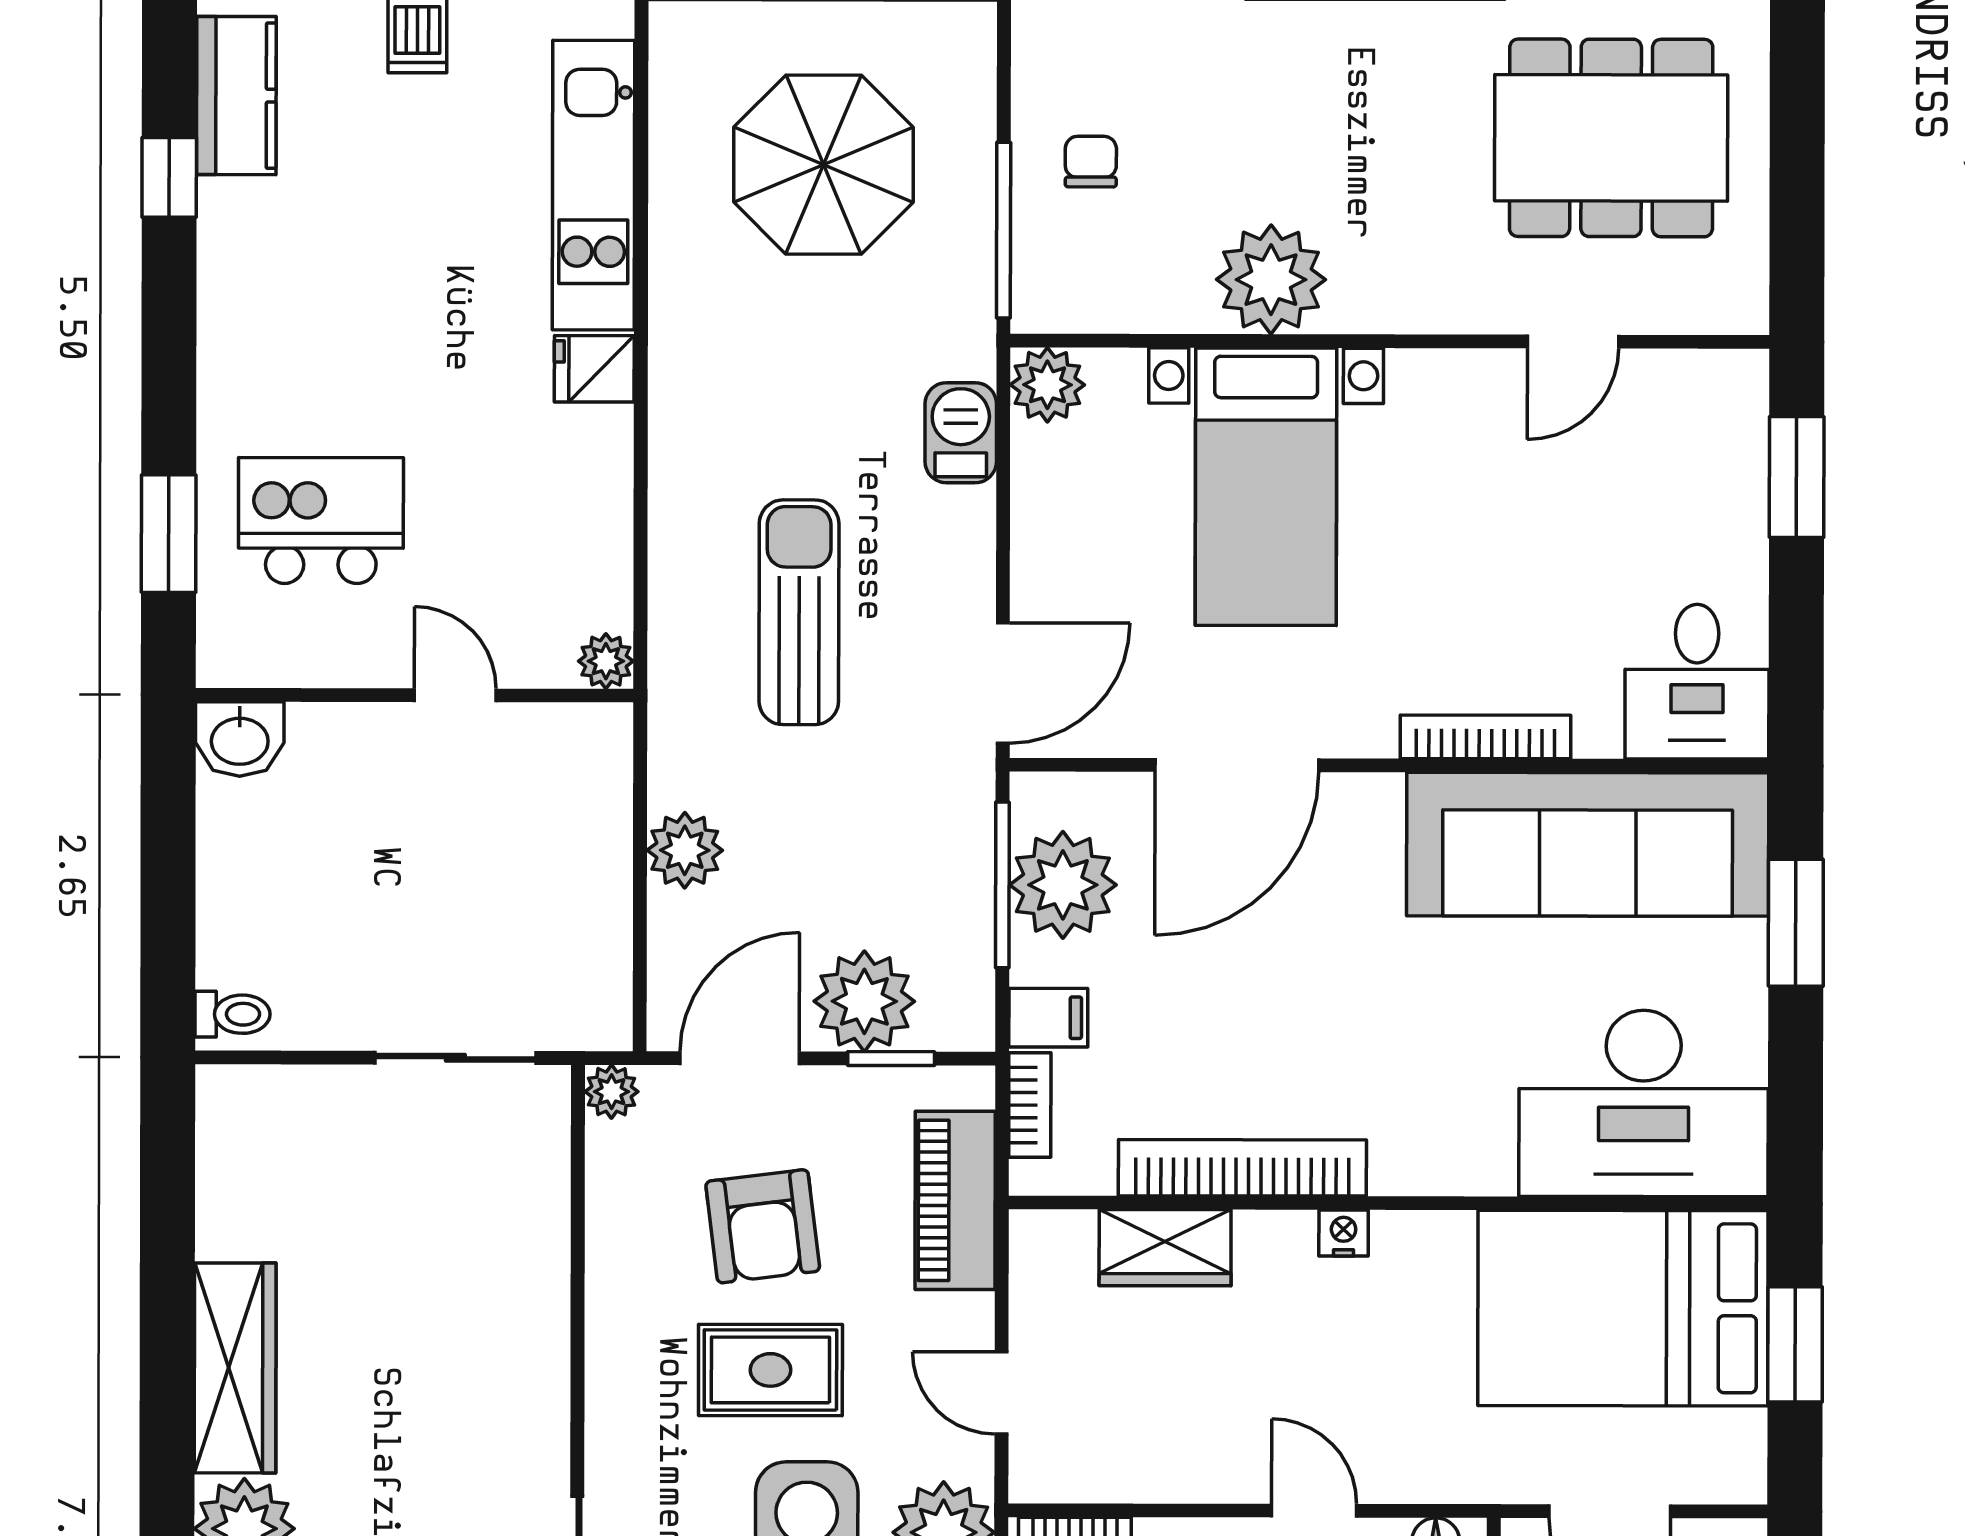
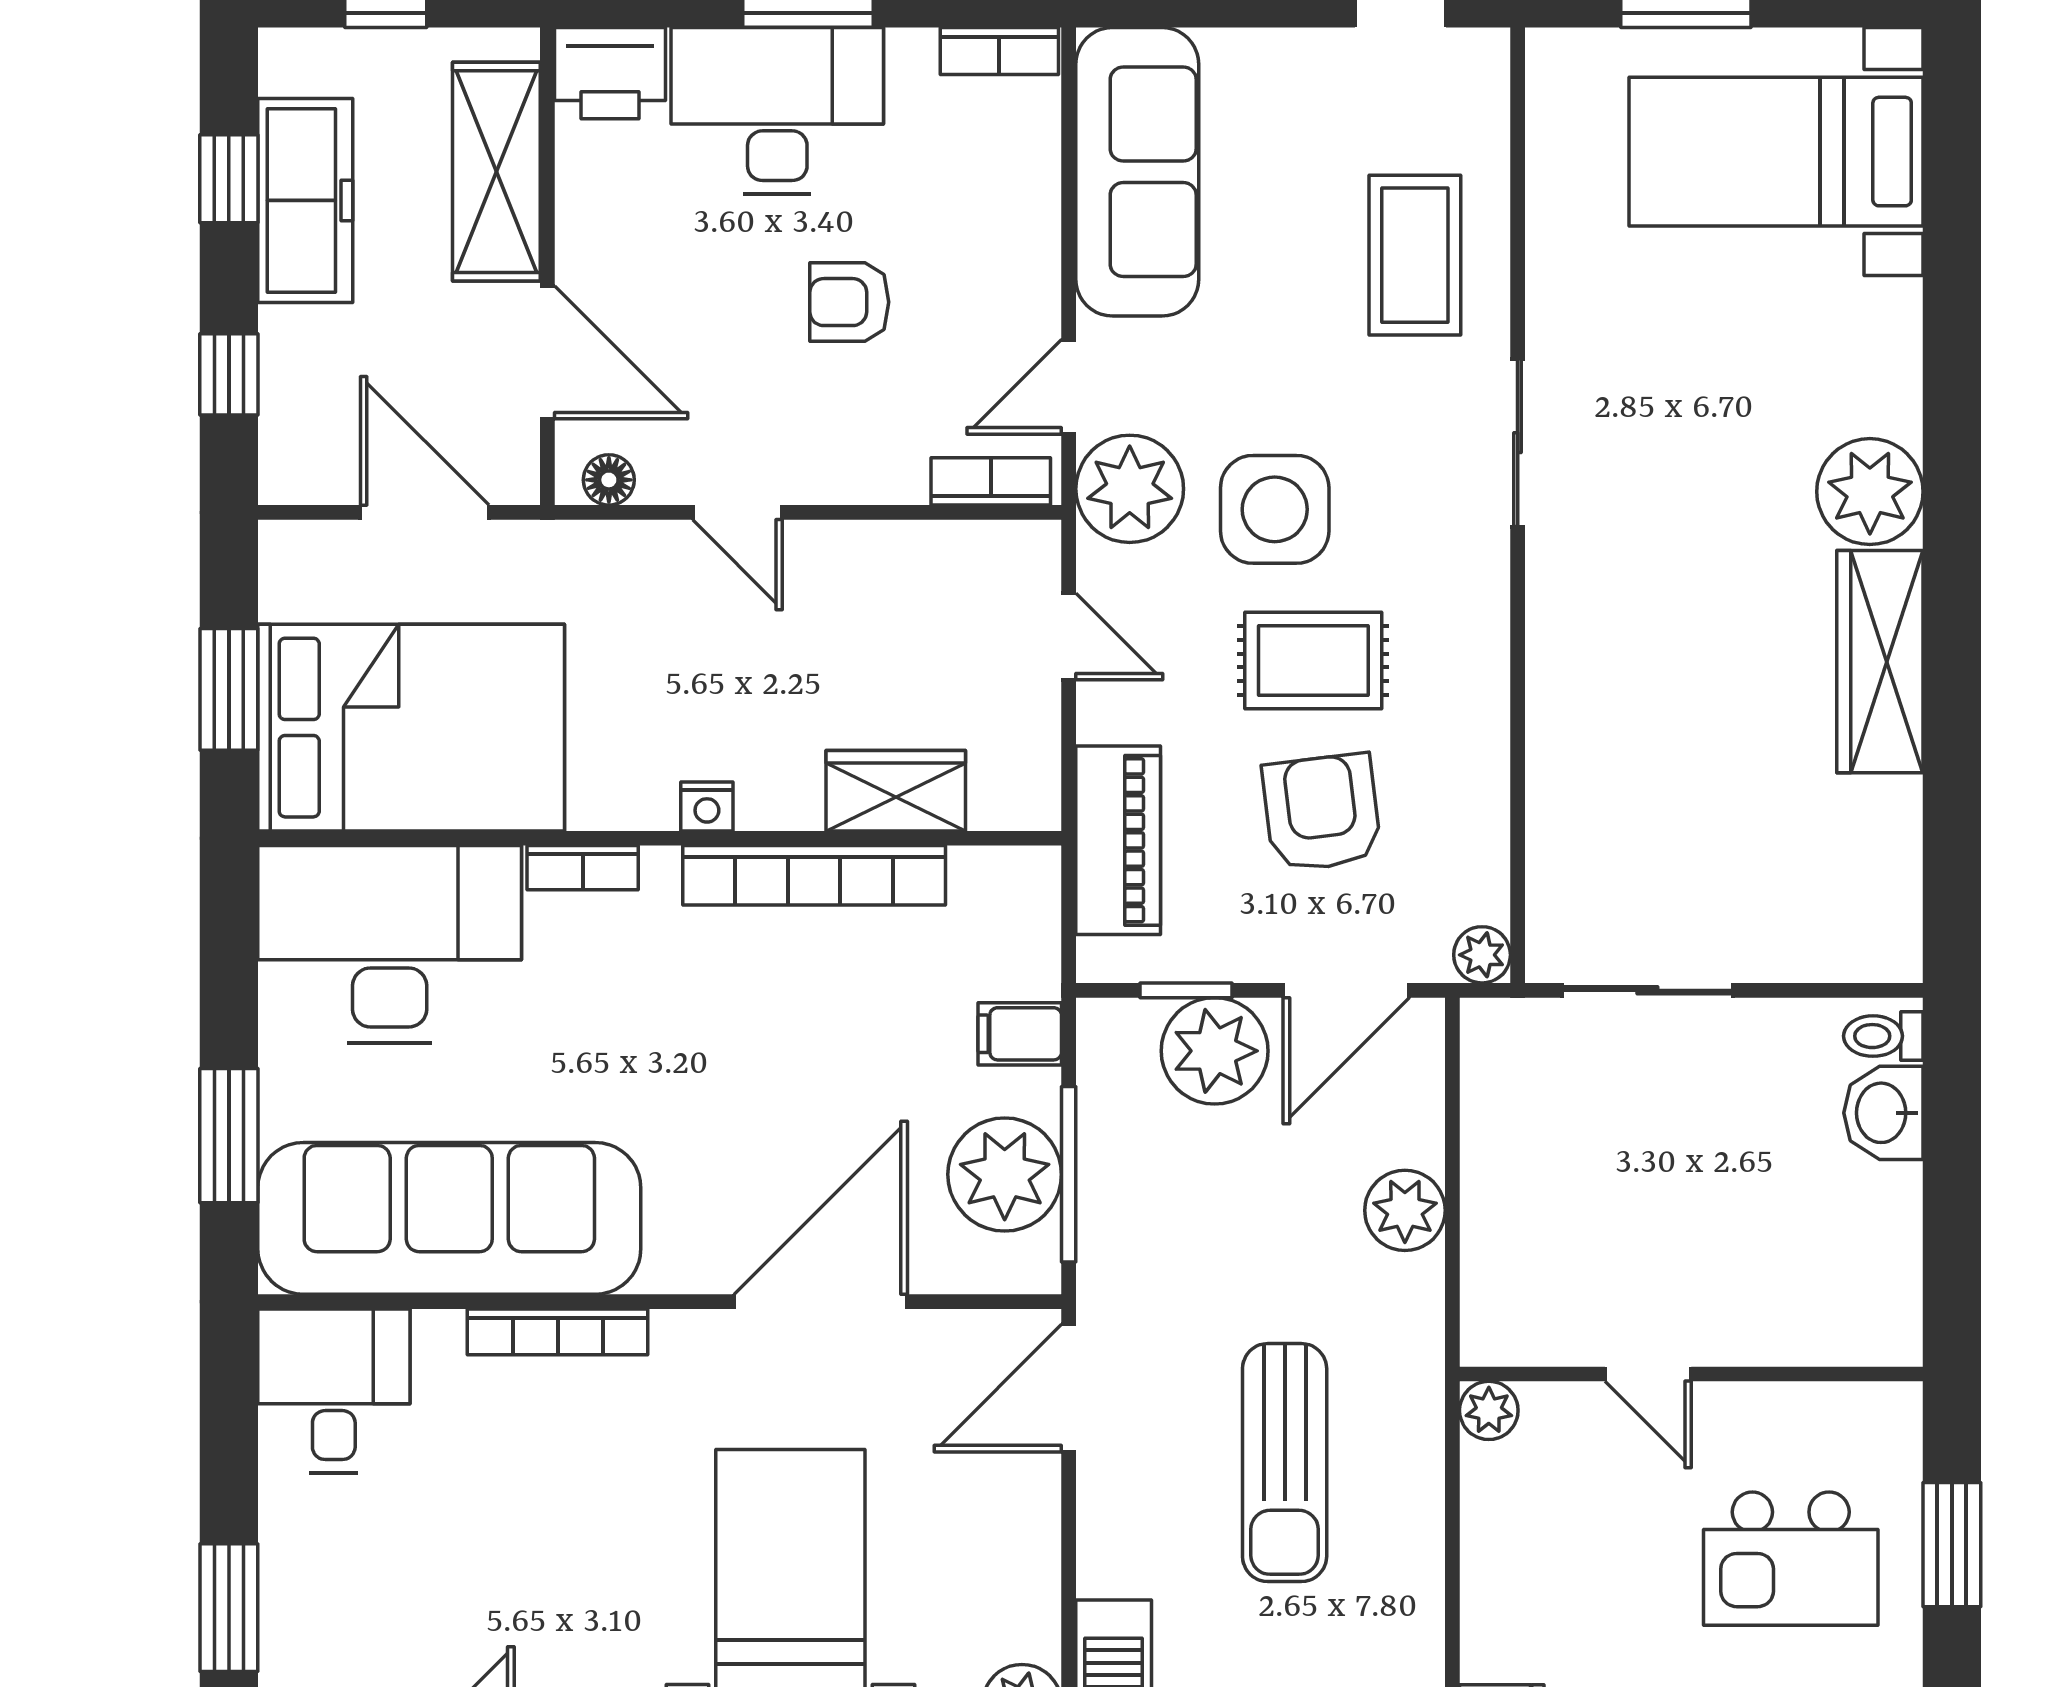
washbasin: (240, 739) -> (1883, 1113), moved, turned -90
bookcase: (1030, 1105) -> (583, 868), moved, turned -90

